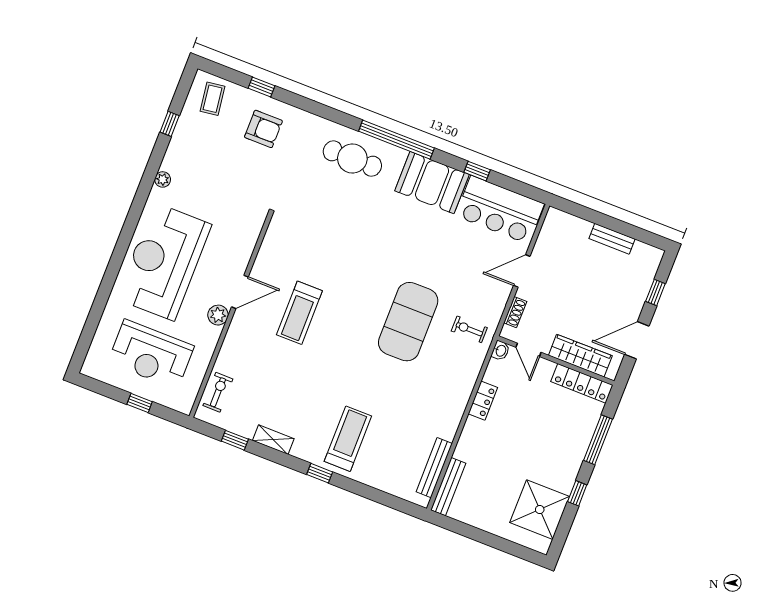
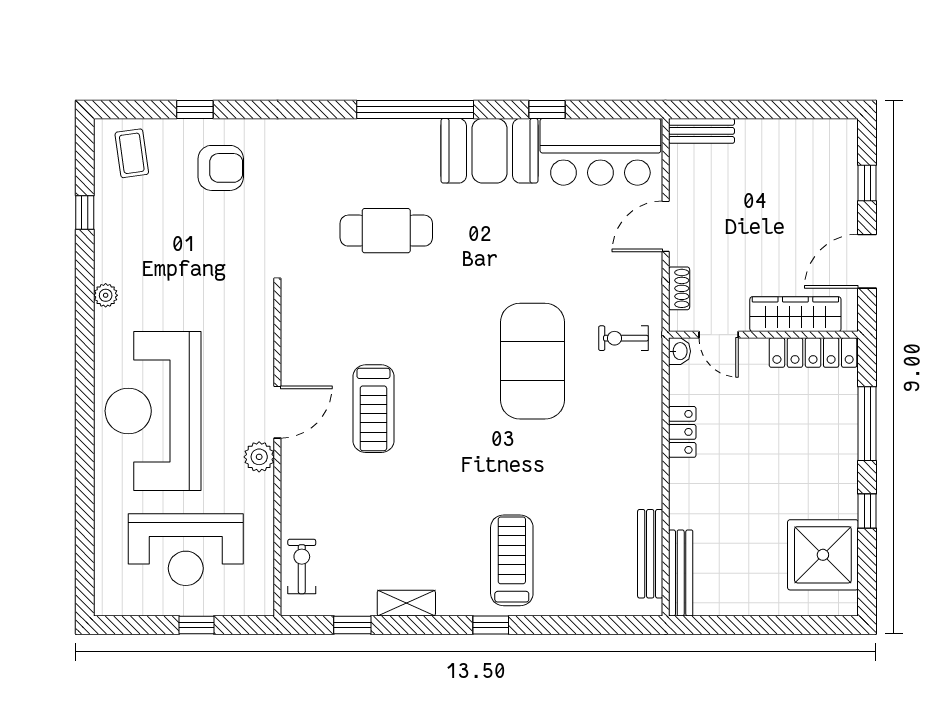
cafe table: (352, 159) -> (386, 231), moved
bench: (612, 239) -> (701, 131), moved

